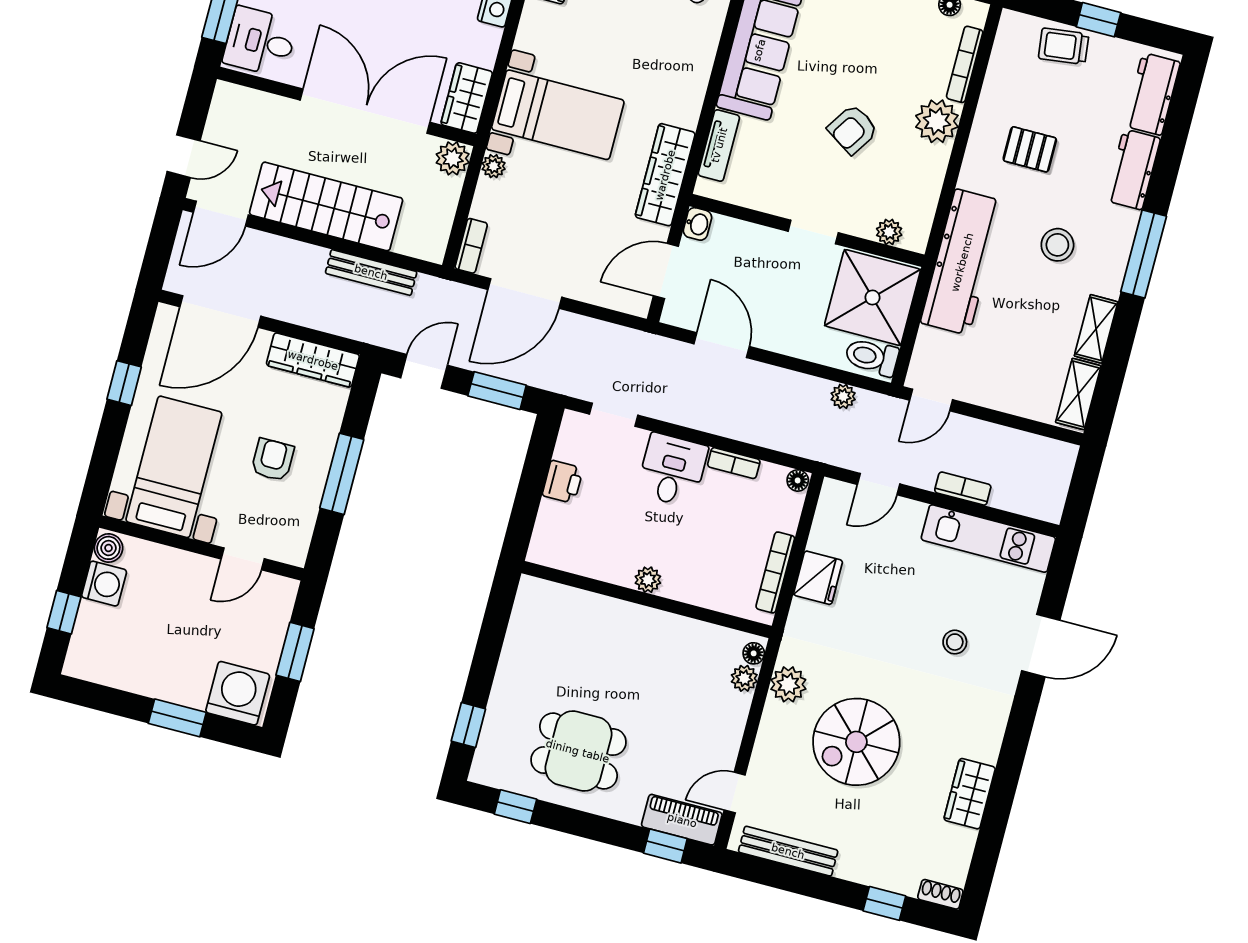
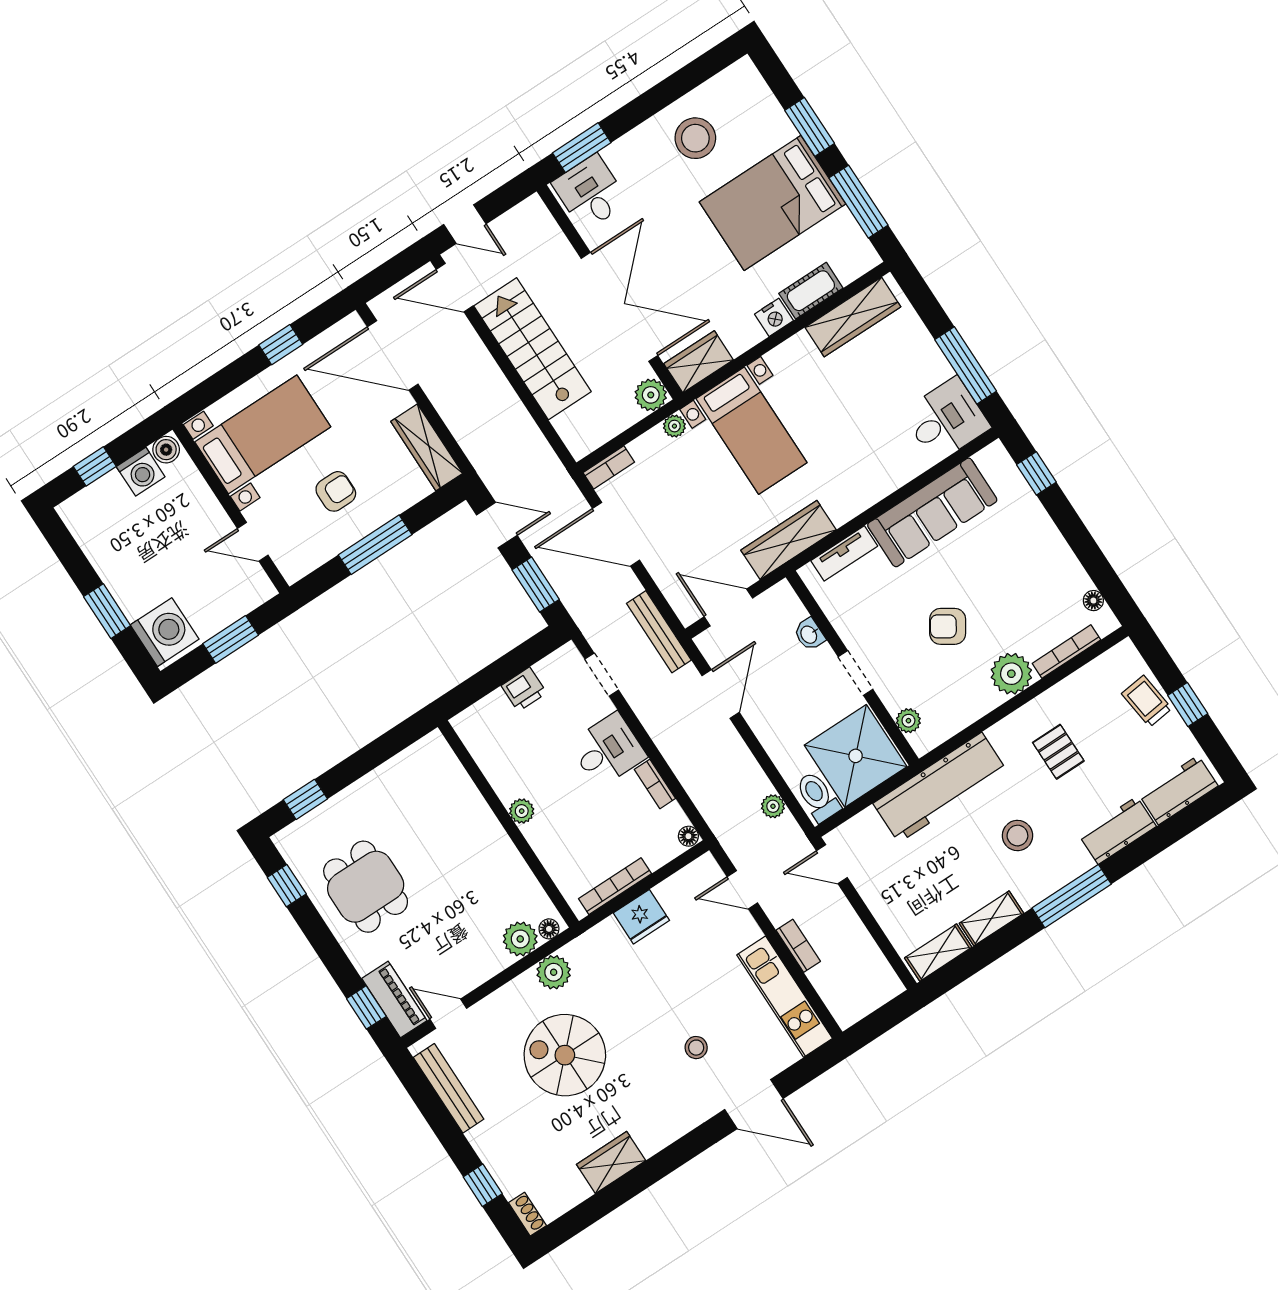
washbasin: (697, 224) -> (809, 634), moved, turned 90
bench: (371, 272) -> (659, 632), moved
plant: (744, 678) -> (520, 939), width x1.38, depth x1.38

